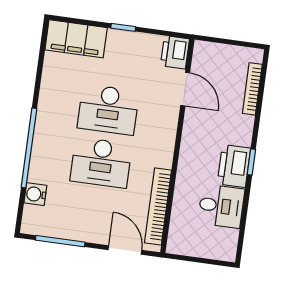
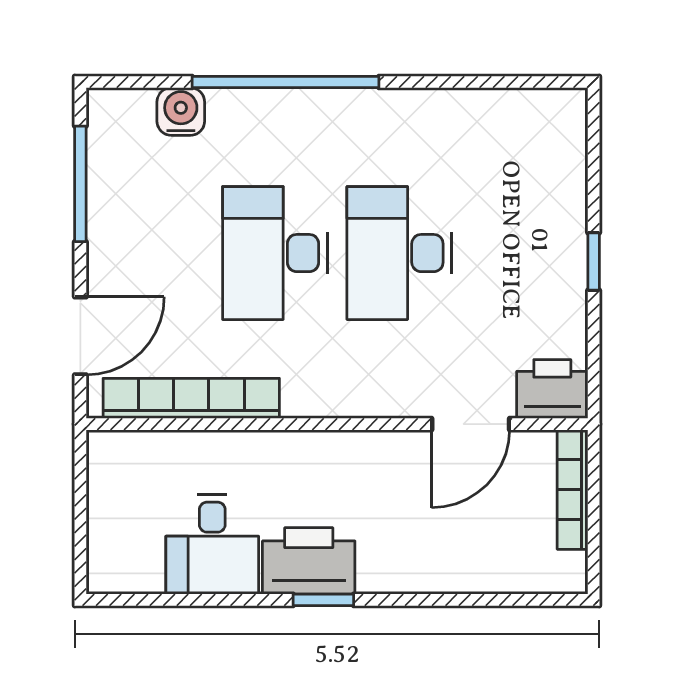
filing cabinet: (76, 39) -> (552, 156), removed
bookcase: (252, 89) -> (573, 490), moved, turned -90

